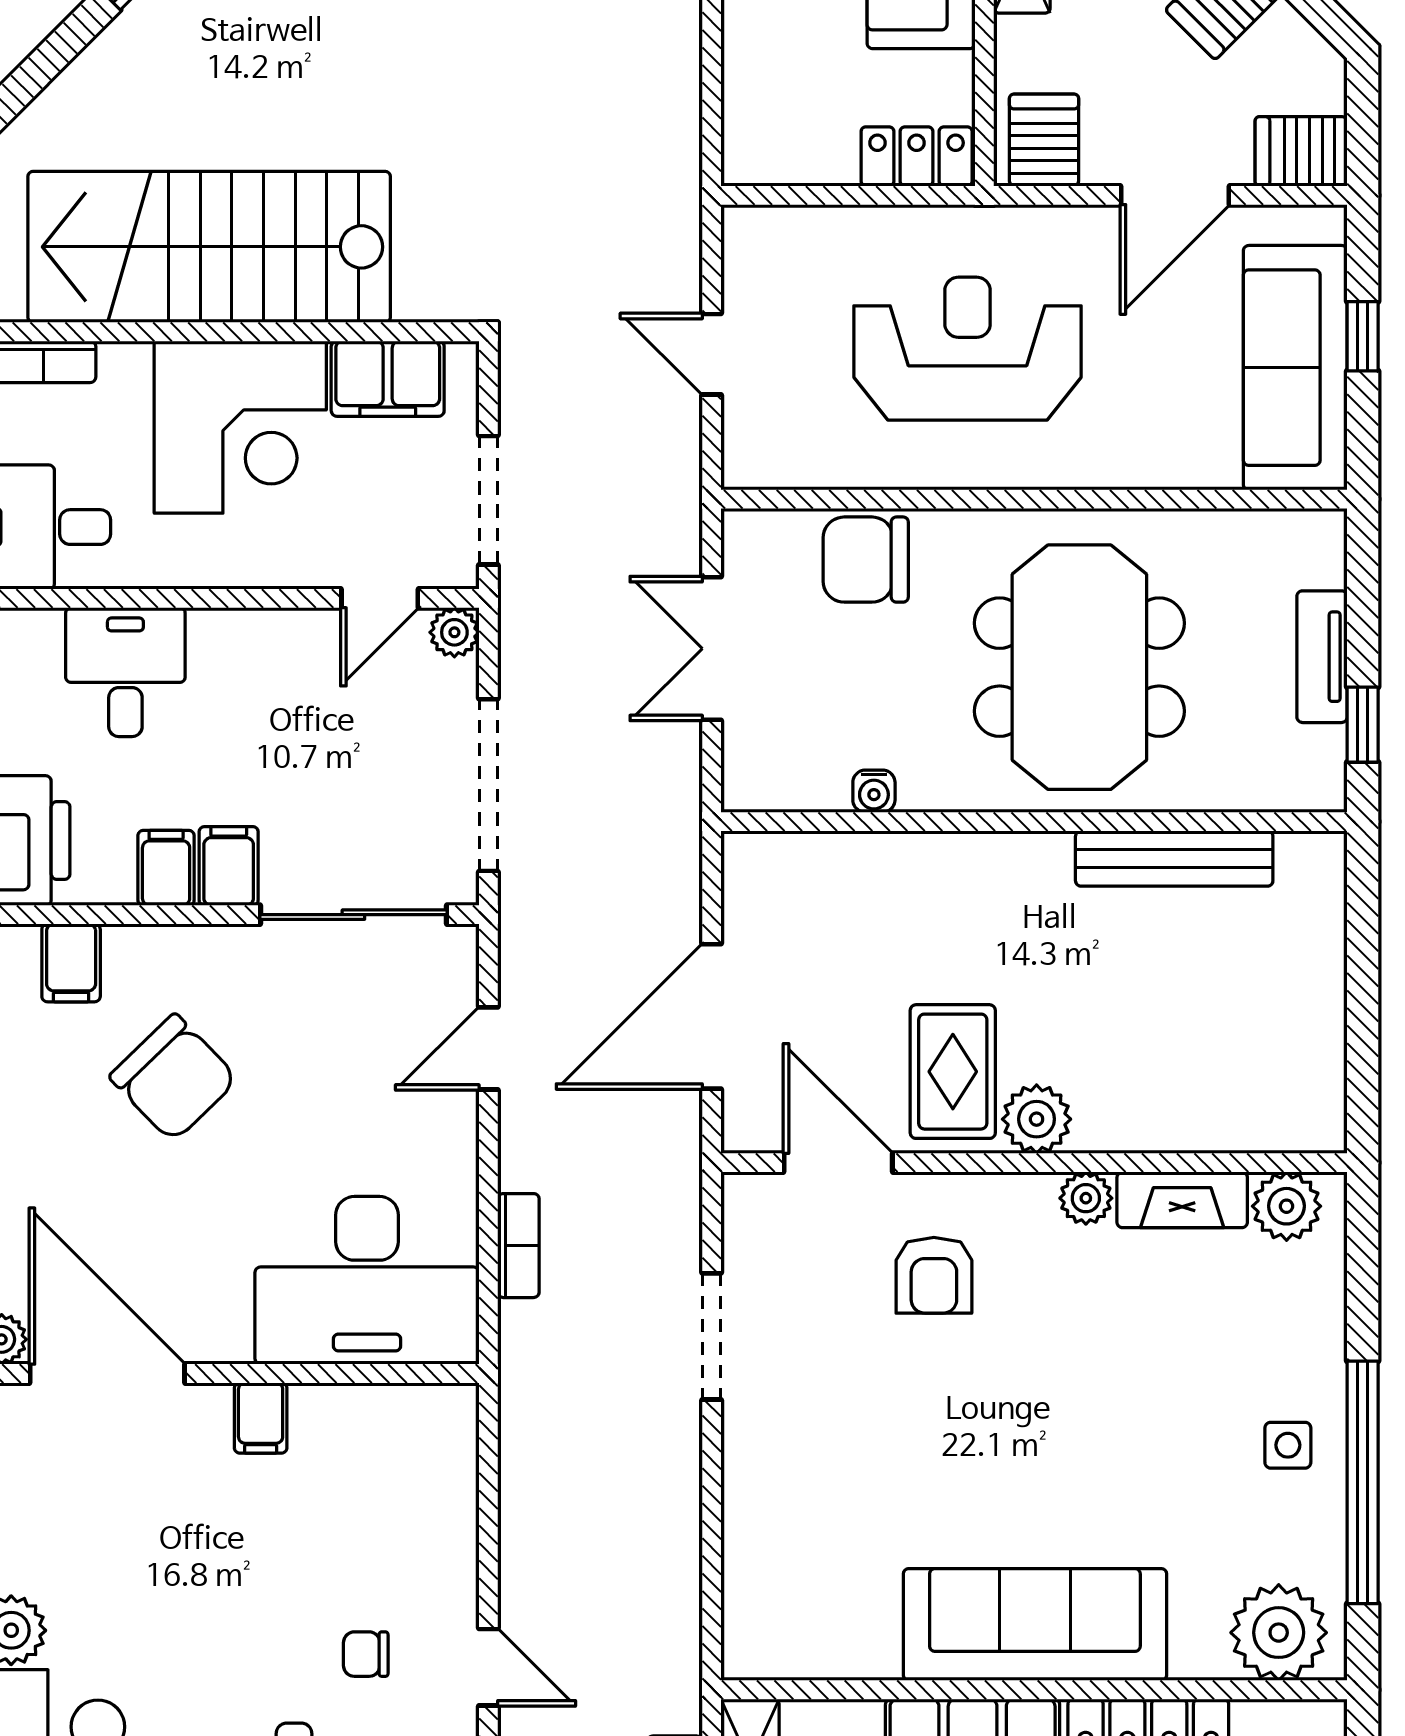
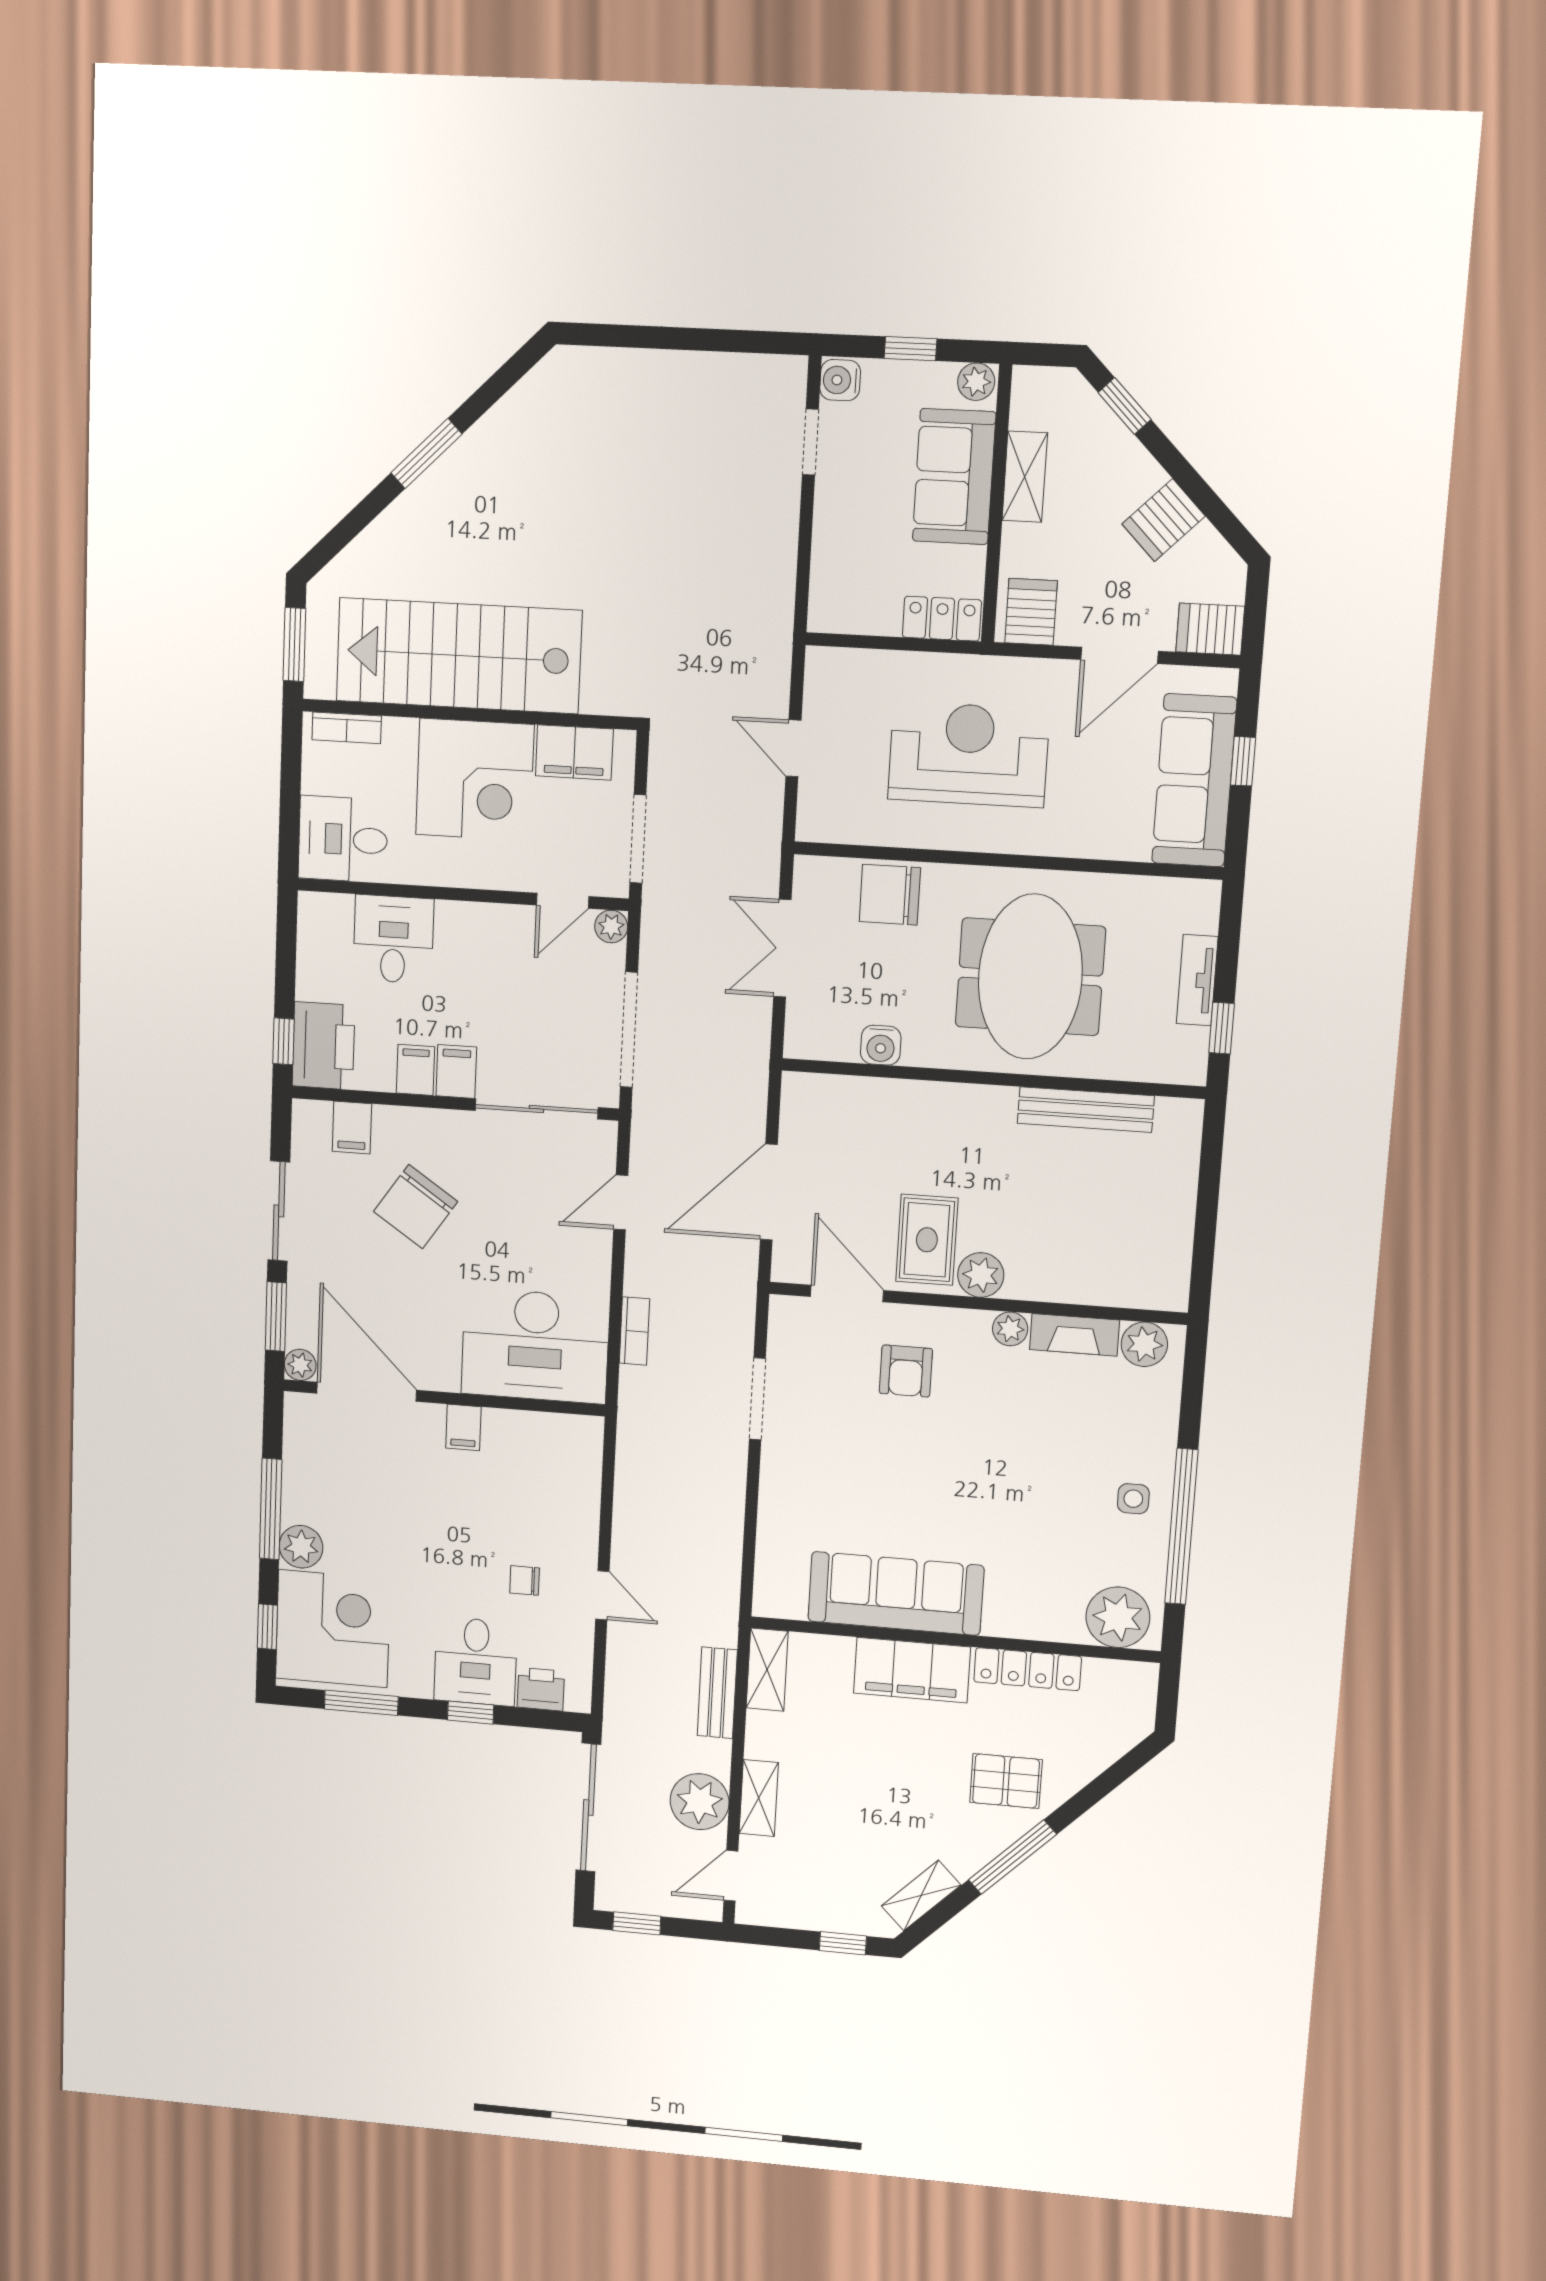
water cooler: (874, 791) -> (881, 1045), width x1.38, depth x1.38
chair: (174, 1078) -> (416, 1207), turned 78
sofa: (1035, 1625) -> (896, 1593), moved

